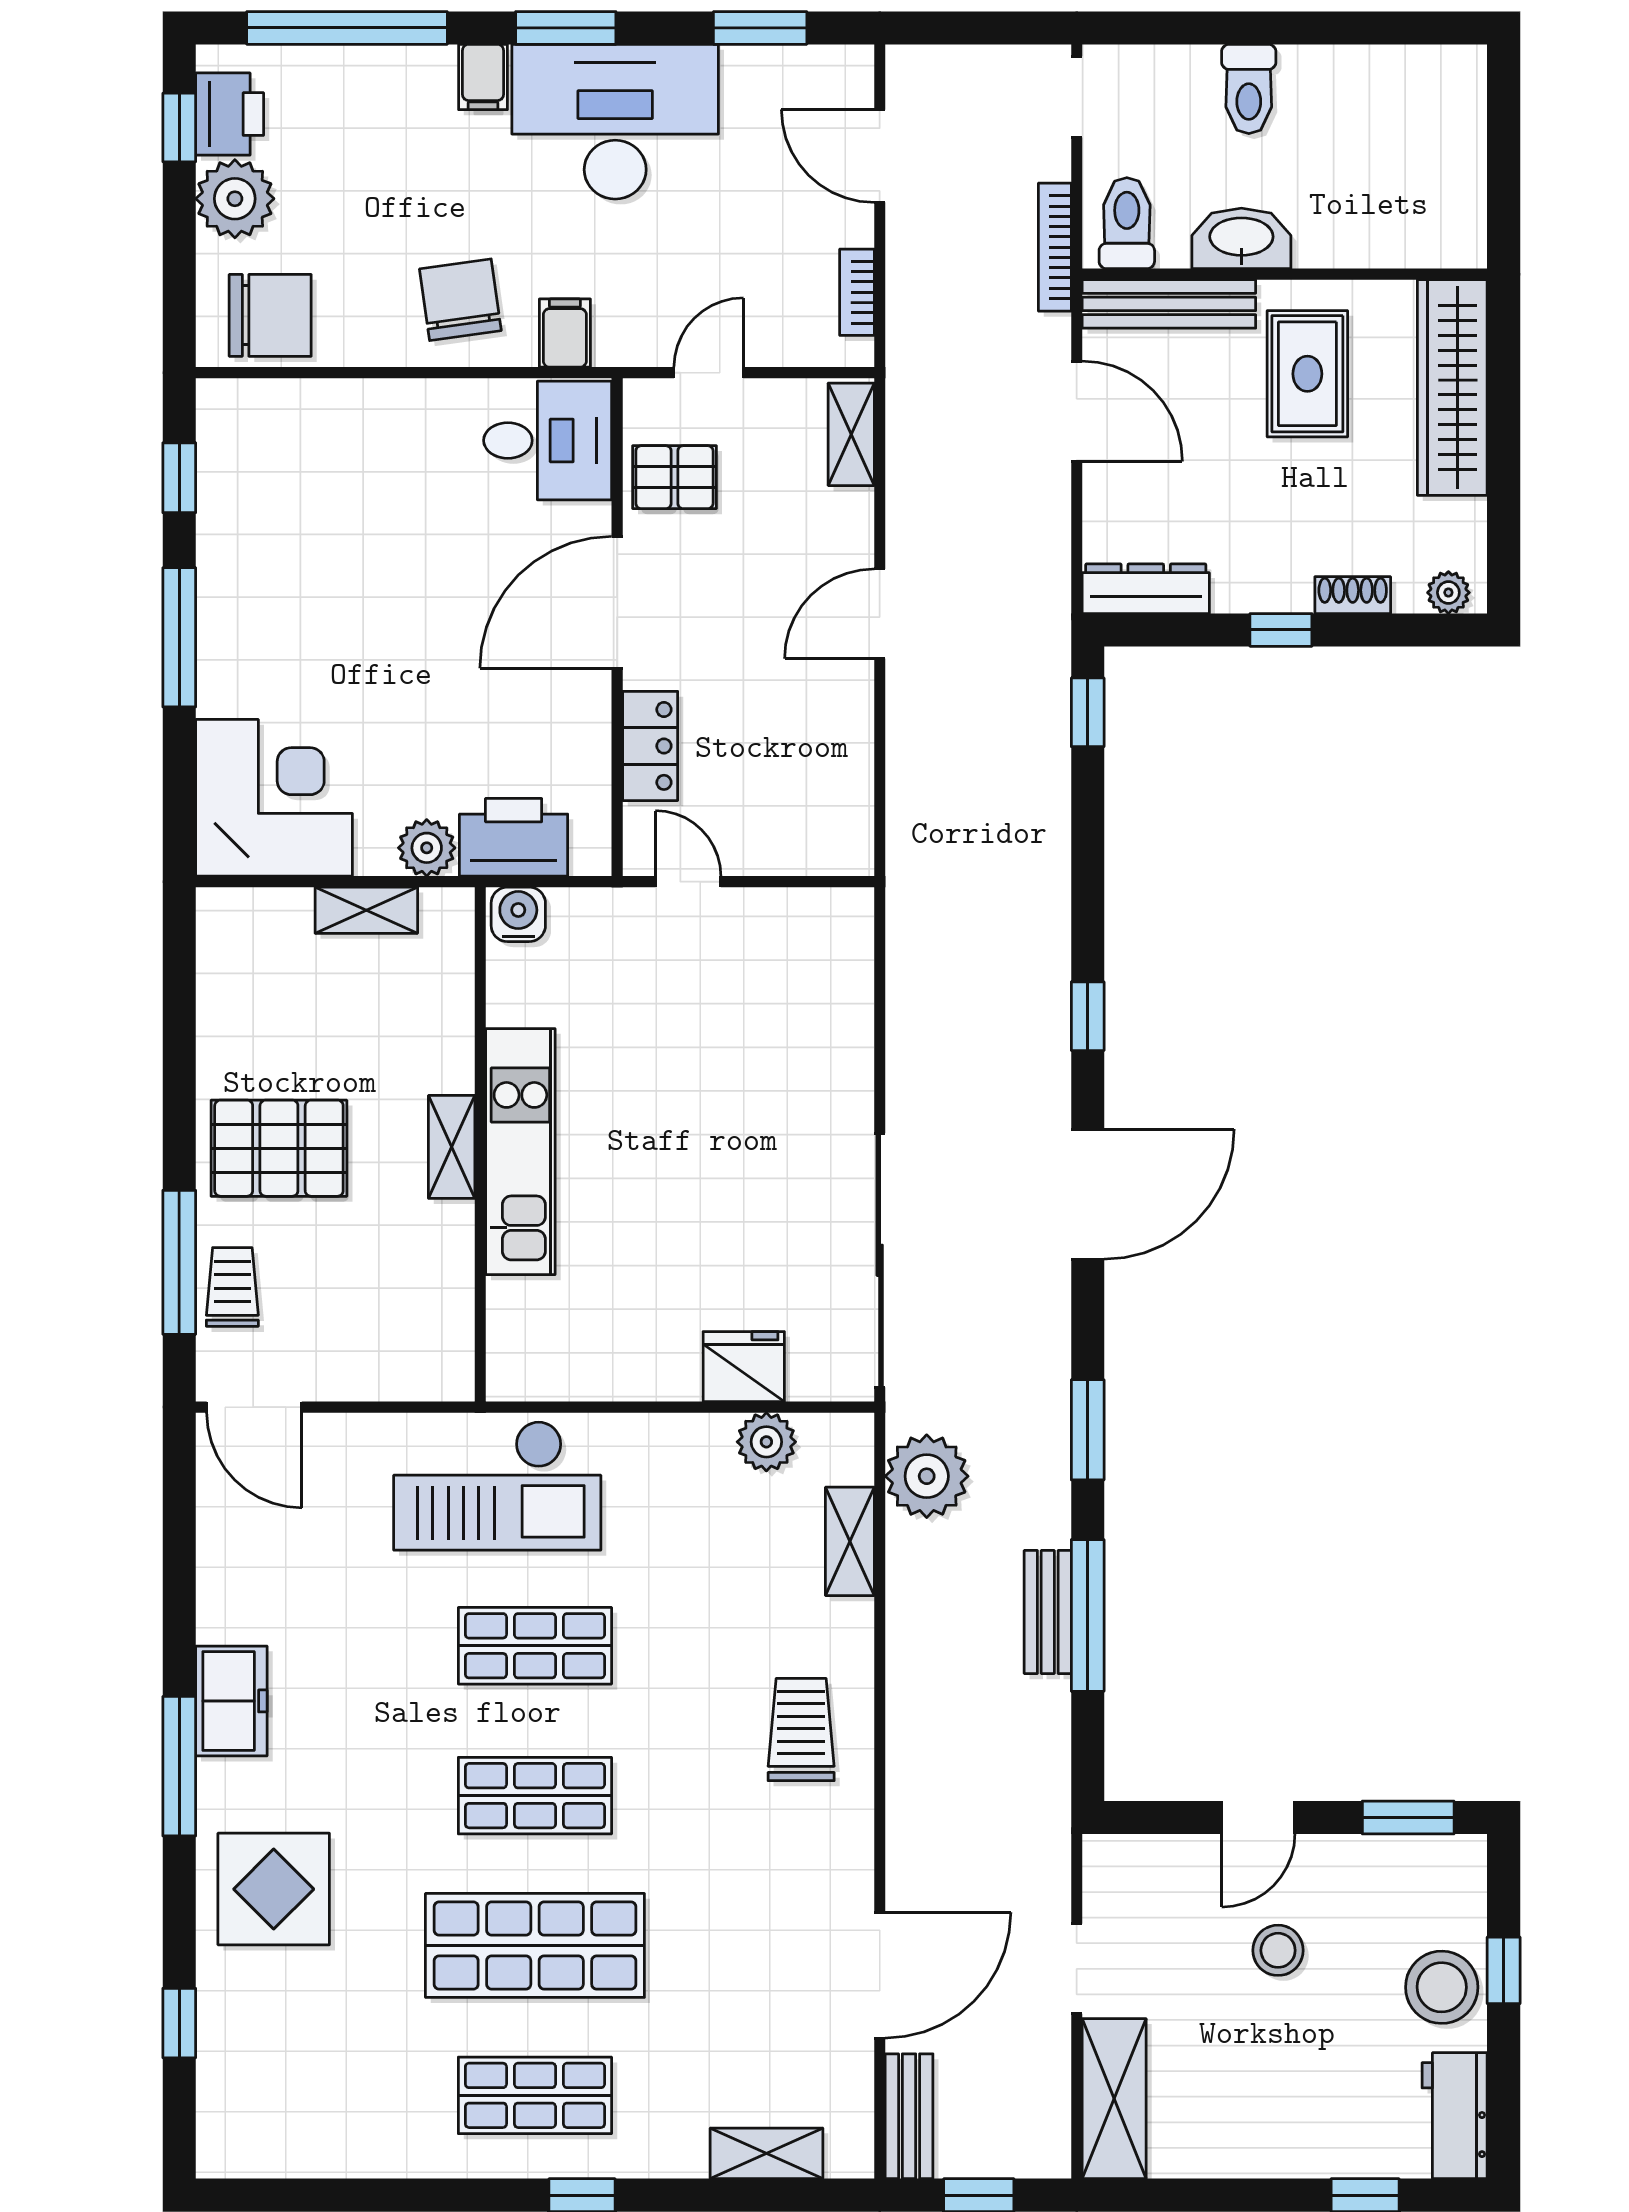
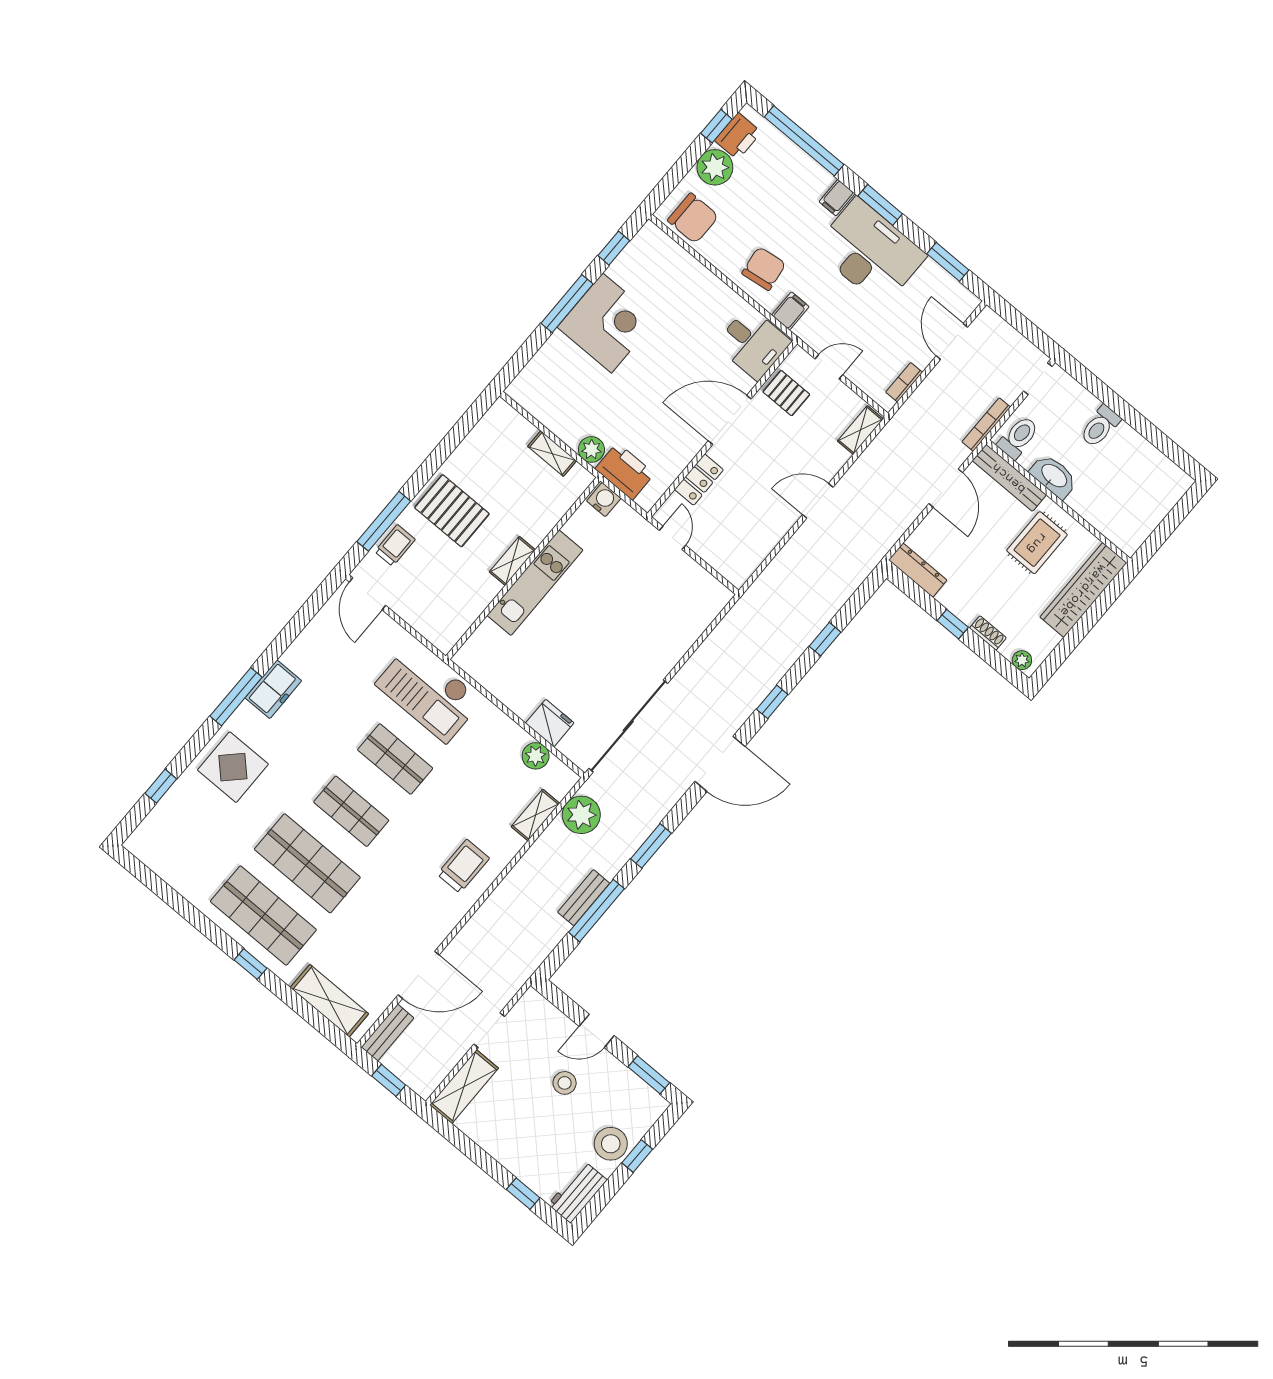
window: (1088, 712) -> (825, 639), moved
corner desk: (274, 798) -> (607, 323), moved
shop shelf: (535, 2095) -> (263, 916), width x1.43, depth x1.36
shelving: (766, 2153) -> (329, 1001), width x1.50, depth x1.33

